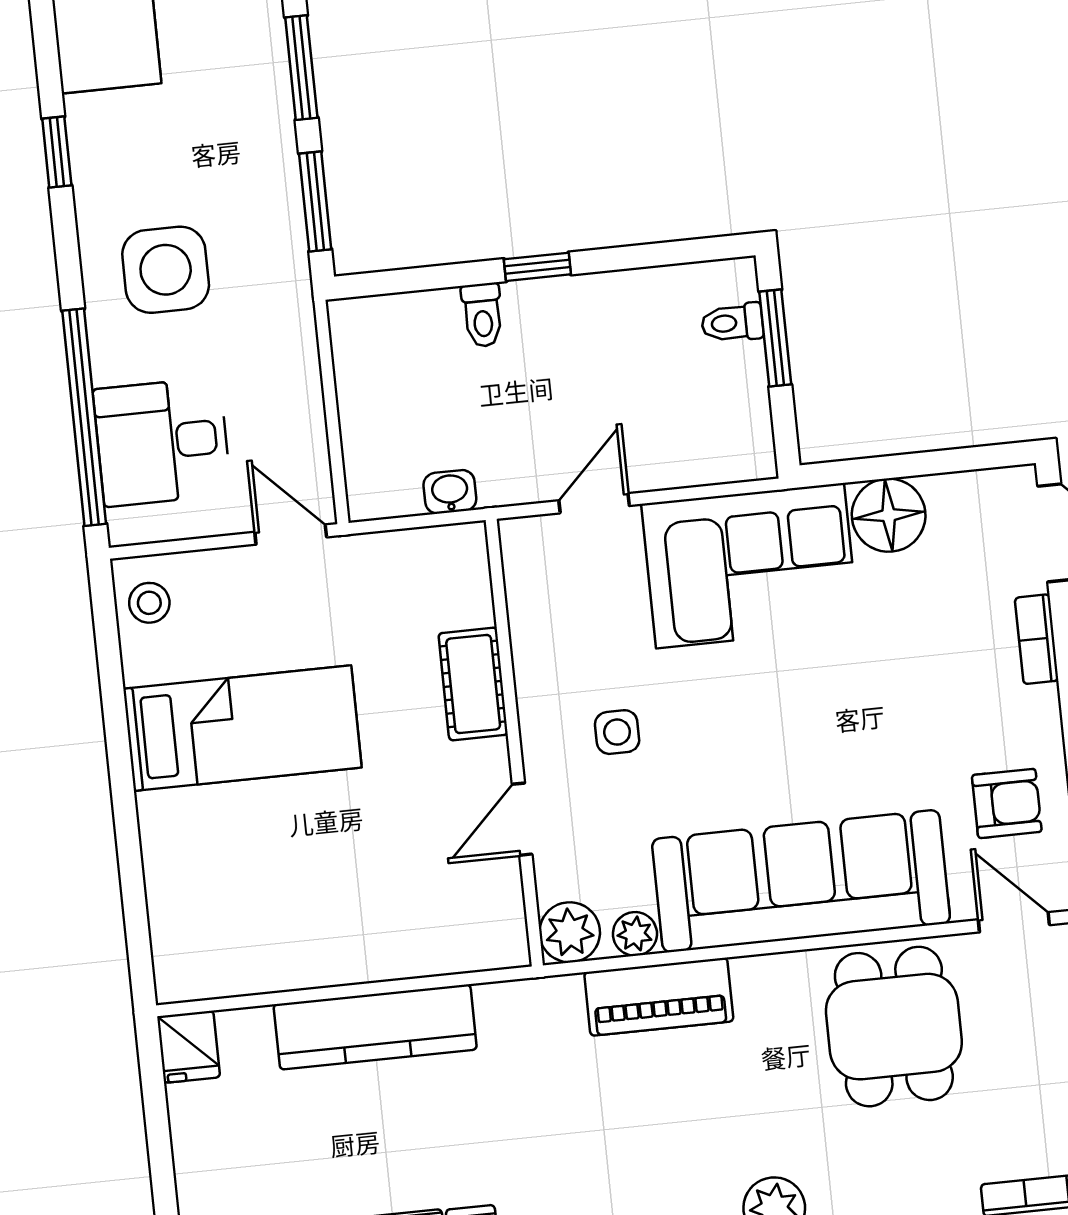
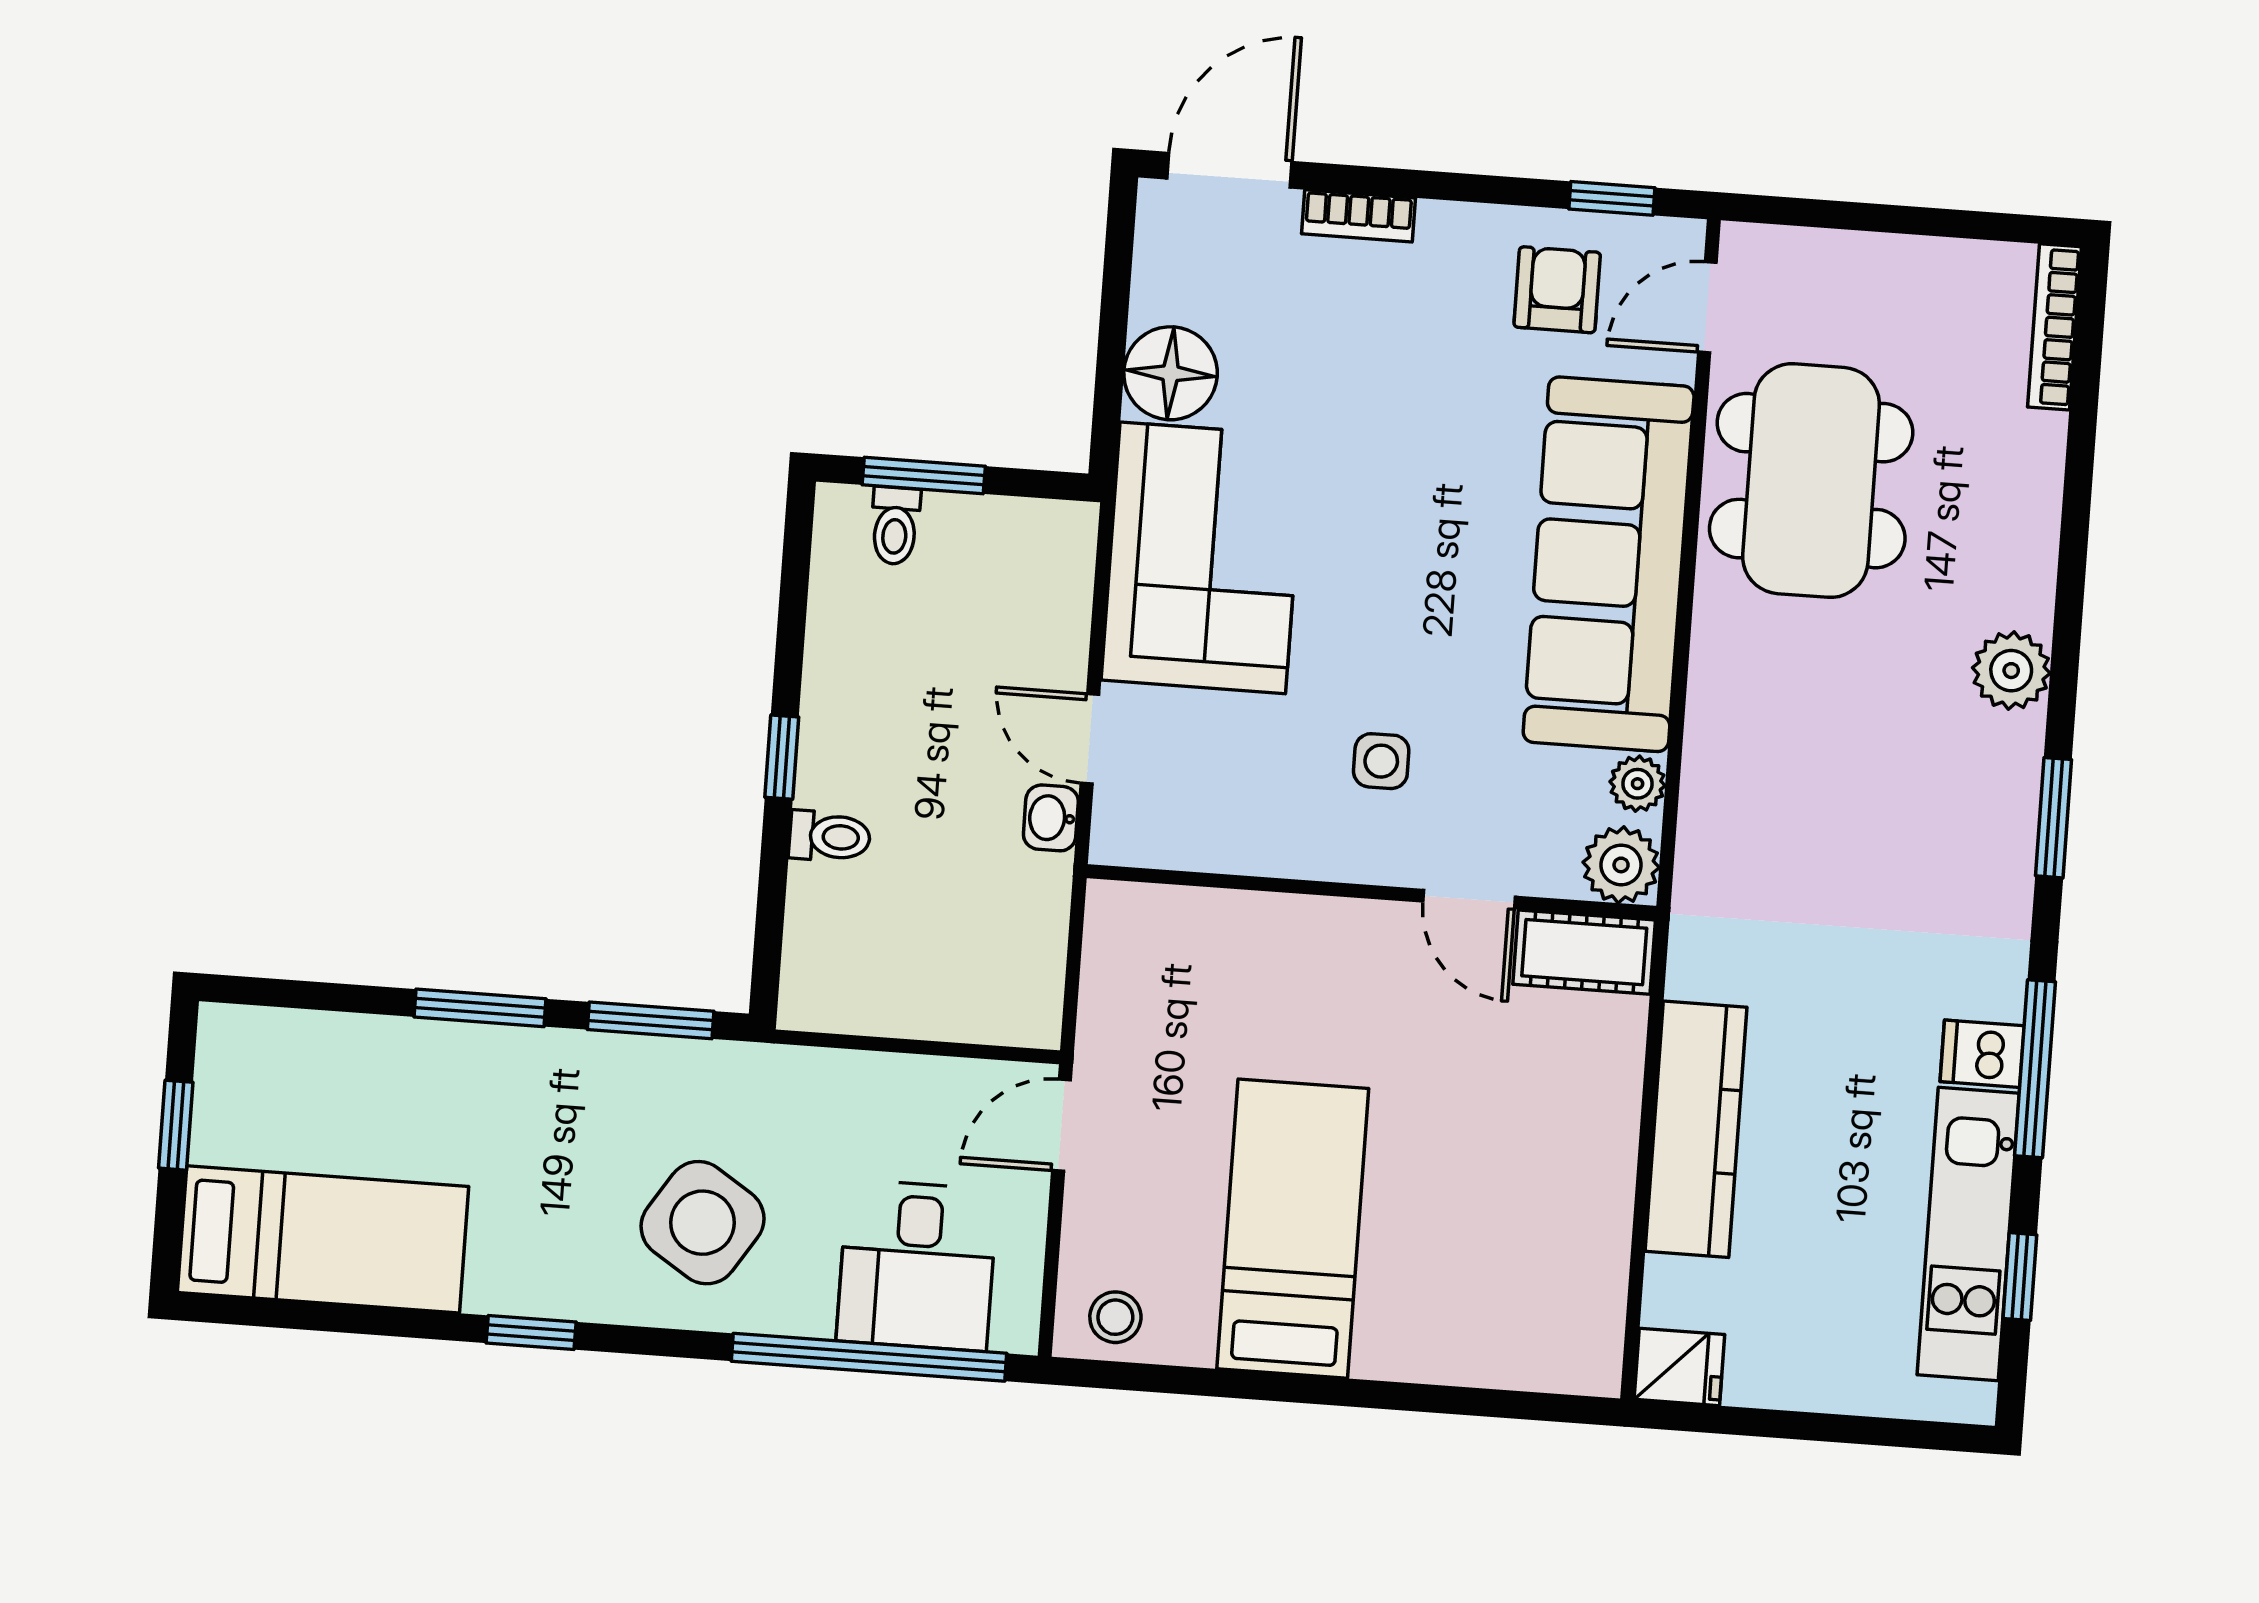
side table: (166, 270) -> (703, 1223), turned 33
washbasin: (450, 492) -> (1051, 818), moved
cot: (473, 684) -> (1584, 952), moved
piano: (659, 997) -> (1721, 768), removed
dining table: (894, 1027) -> (1811, 481), width x1.38

